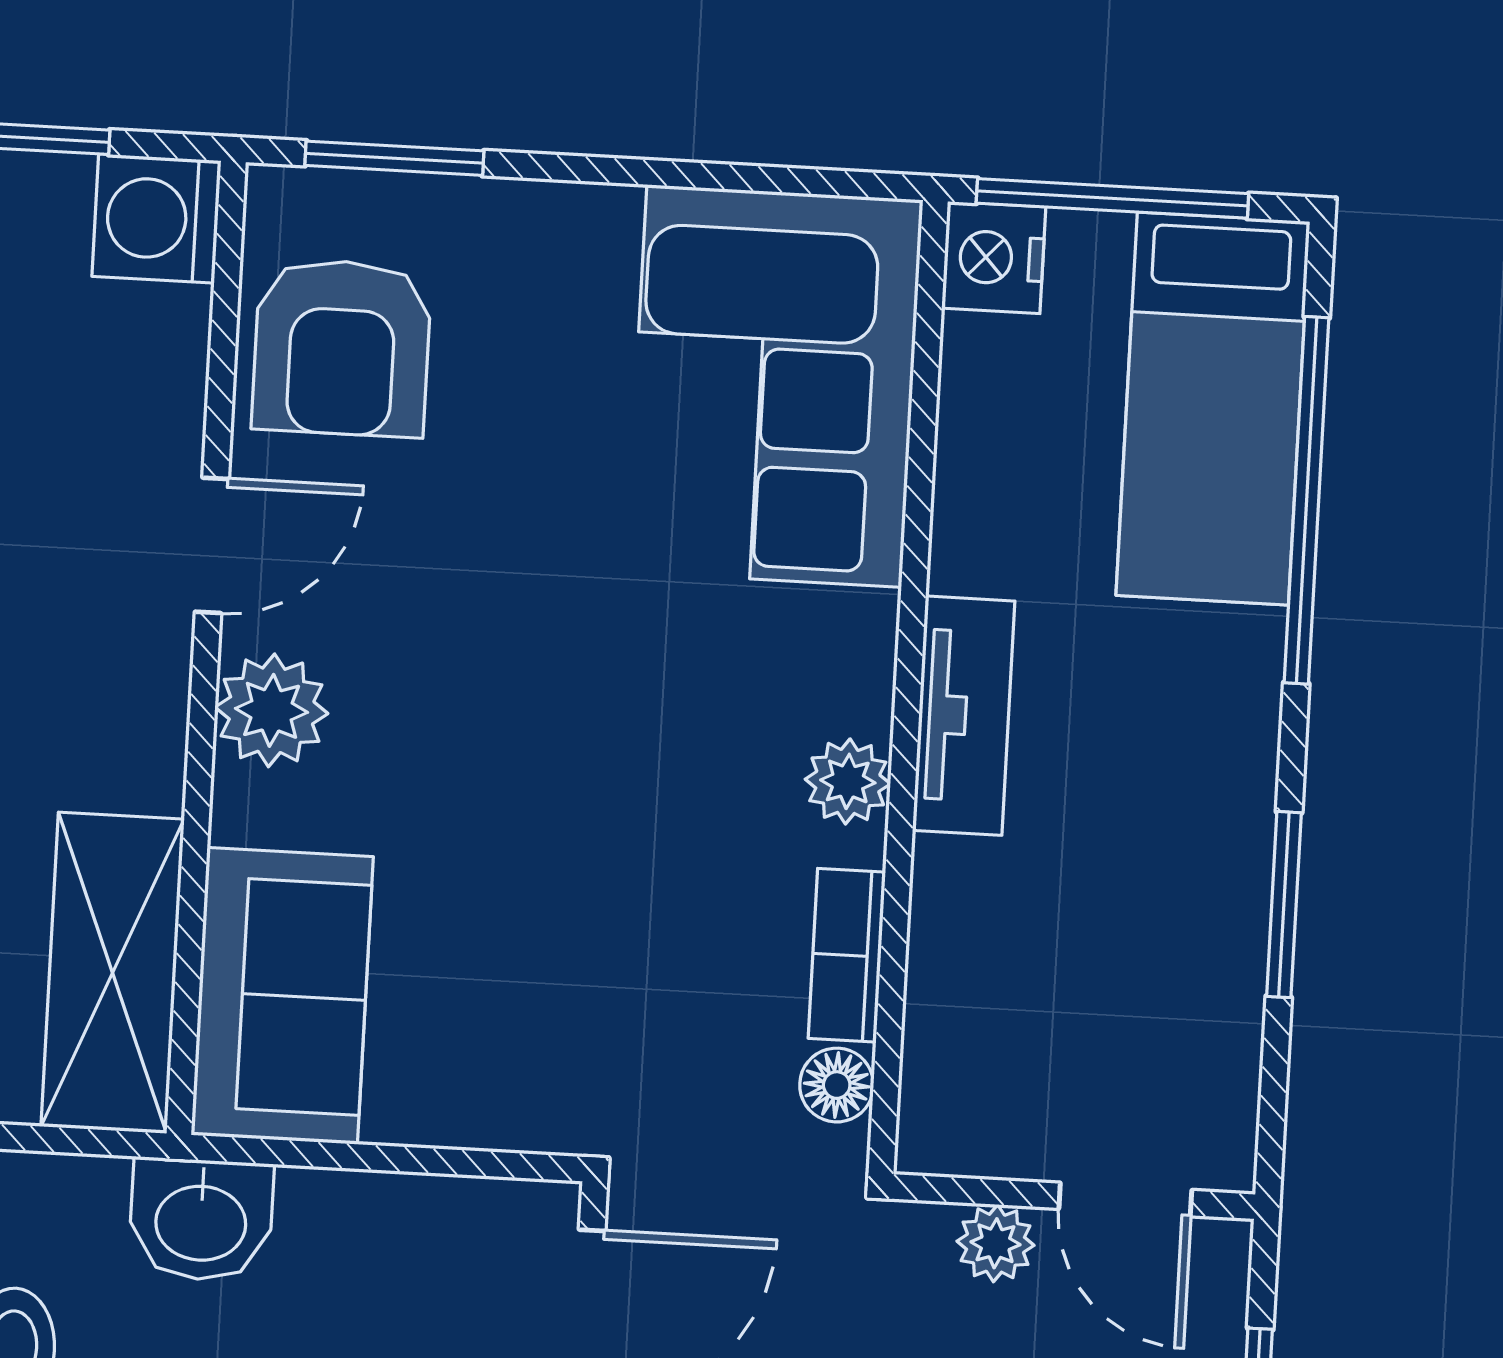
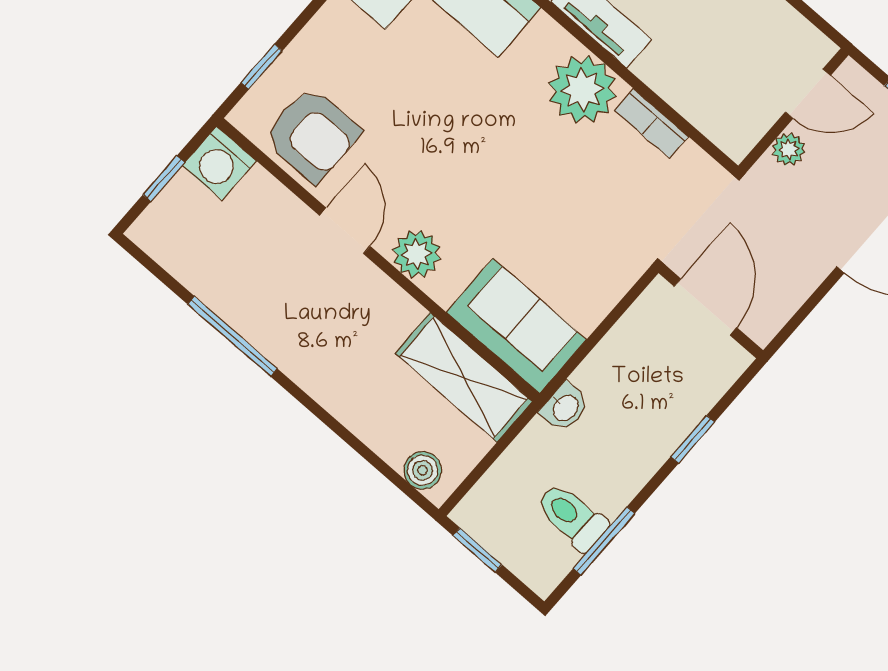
window: (394, 158) -> (262, 67), width x0.67
plant: (848, 781) -> (582, 90), width x1.87, depth x1.87
floor lamp: (837, 1085) -> (693, 161), removed
washbasin: (201, 1220) -> (565, 407), width x0.72, depth x0.69

